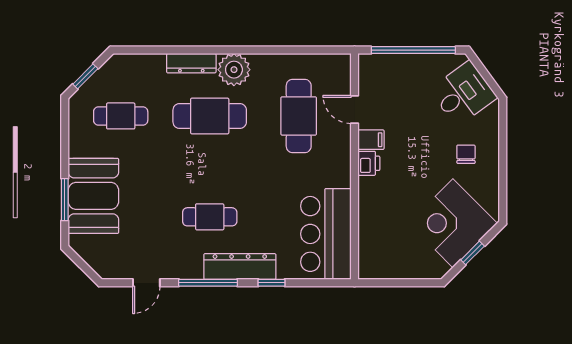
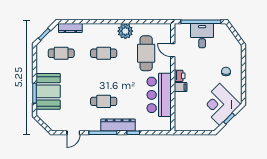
dresser: (191, 63) -> (70, 28), moved
plant: (234, 70) -> (125, 31), moved
desk: (463, 94) -> (202, 36), moved, turned -54
cafe table: (210, 116) -> (104, 53), width x0.73, depth x0.74
filing cabinet: (371, 140) -> (181, 87), moved
bar counter: (326, 234) -> (159, 95), moved

